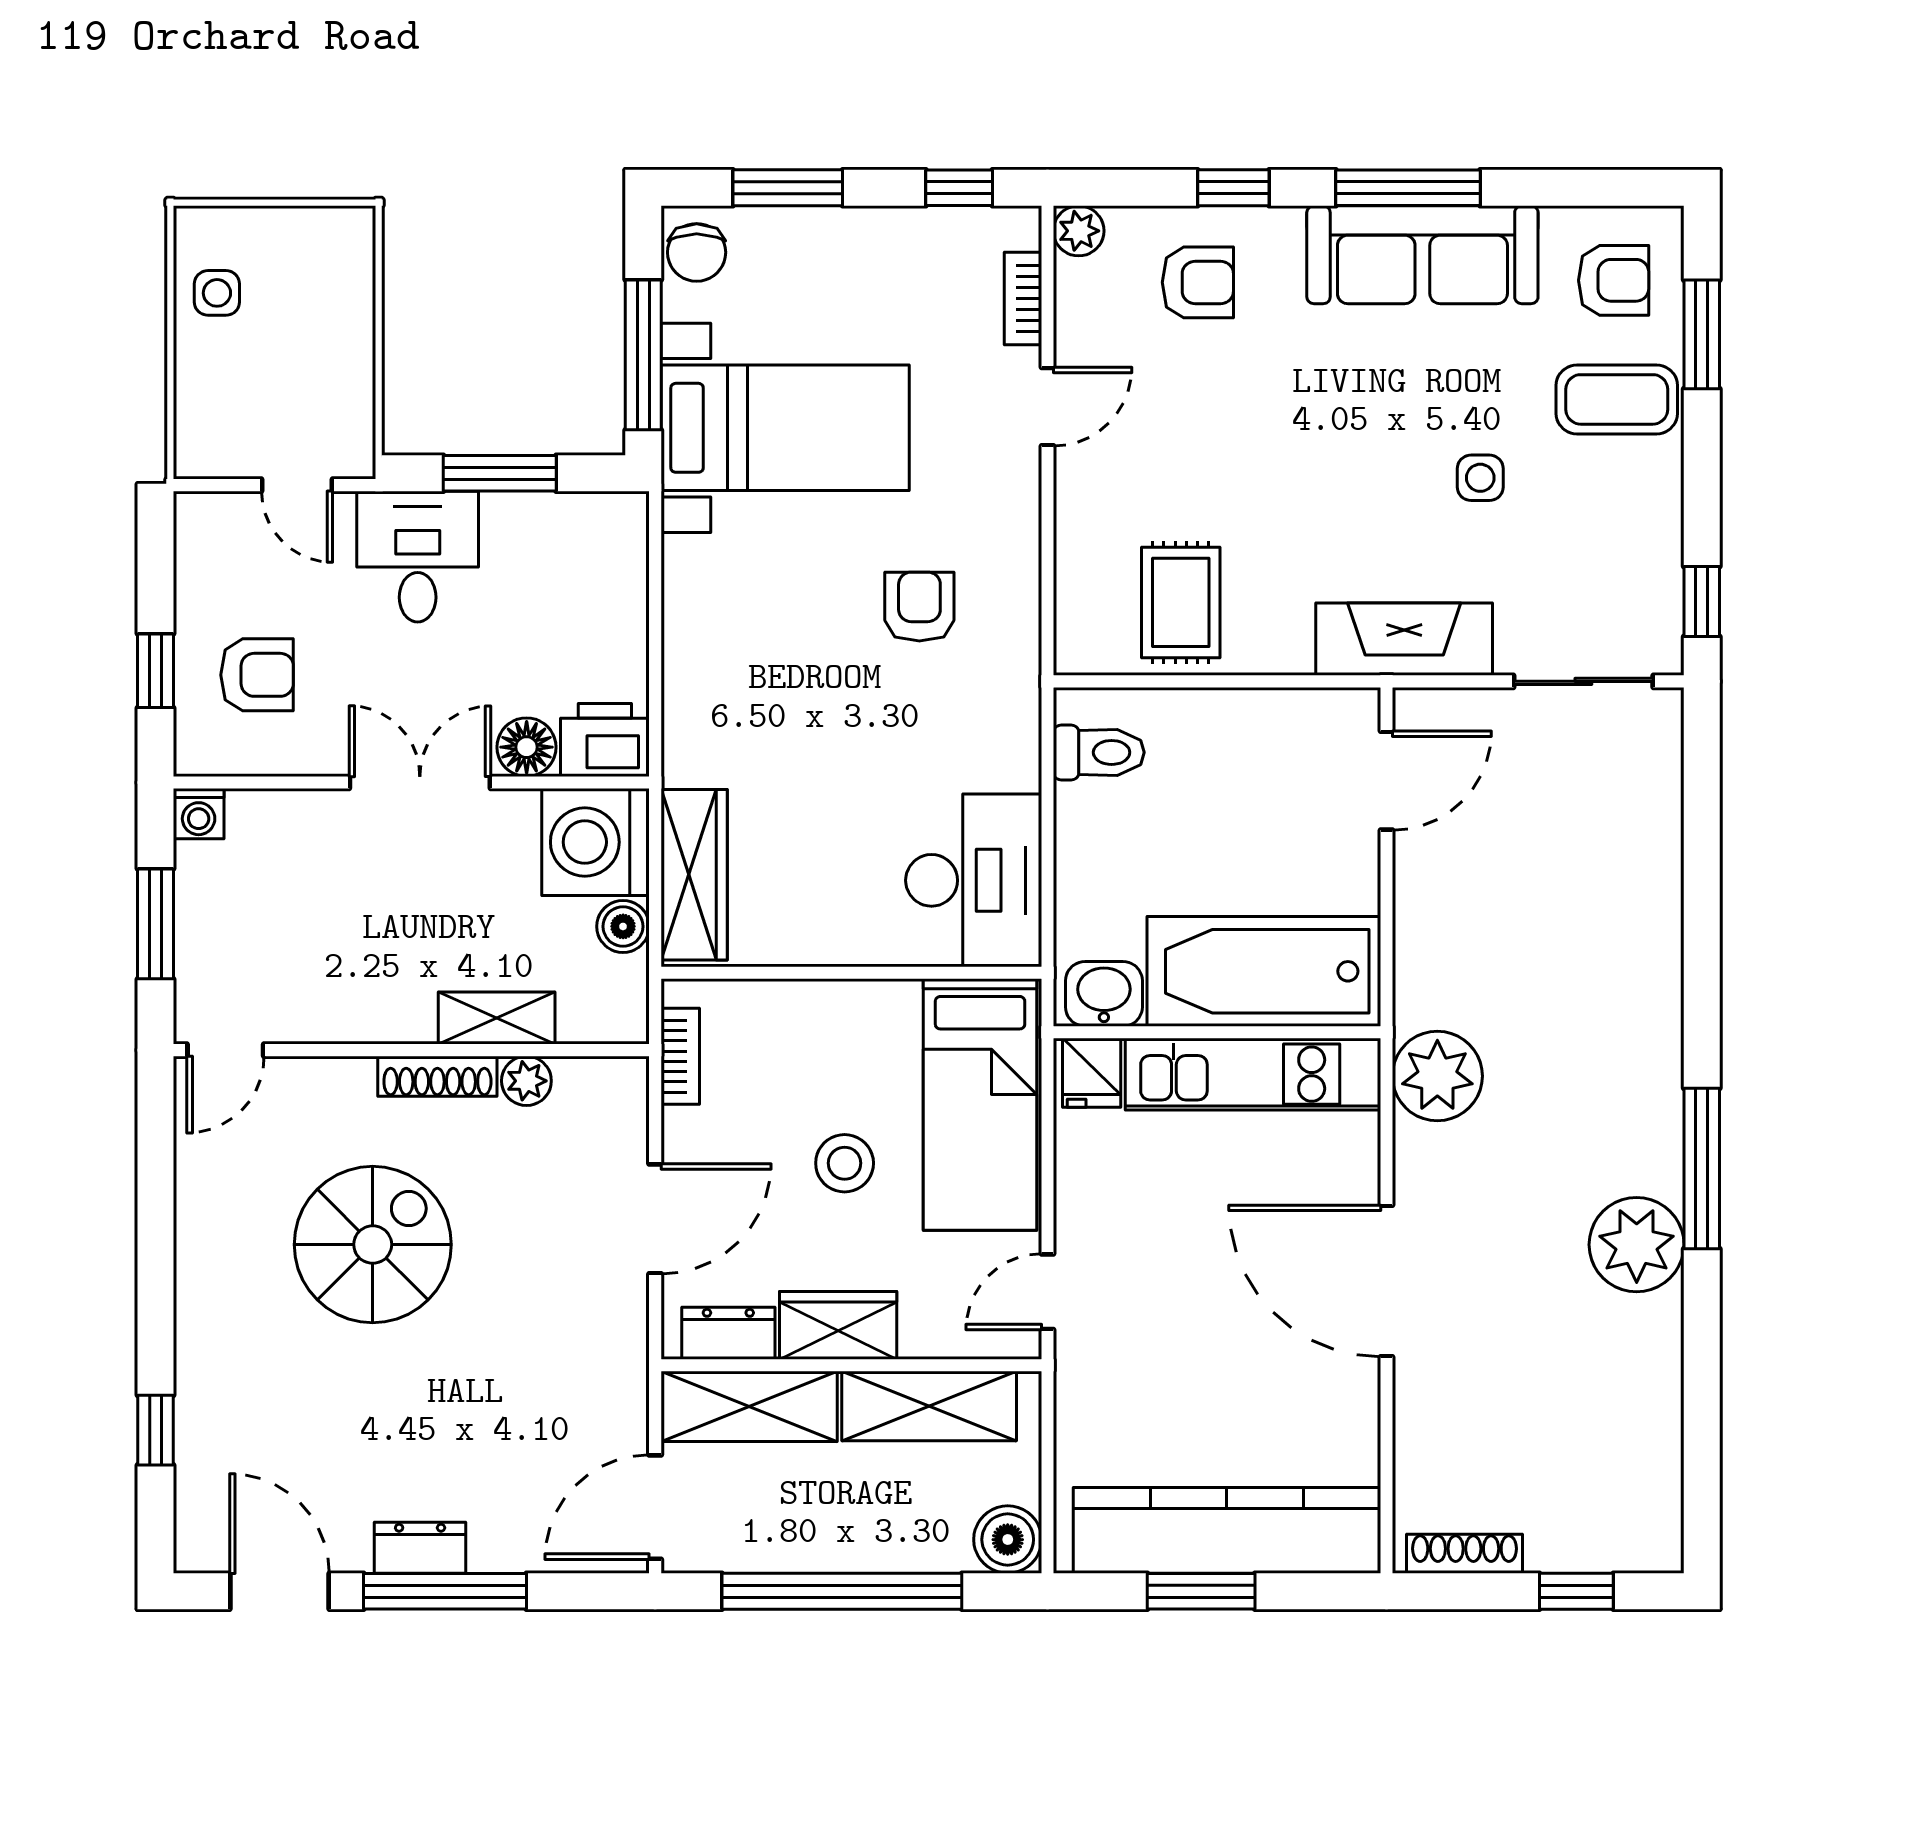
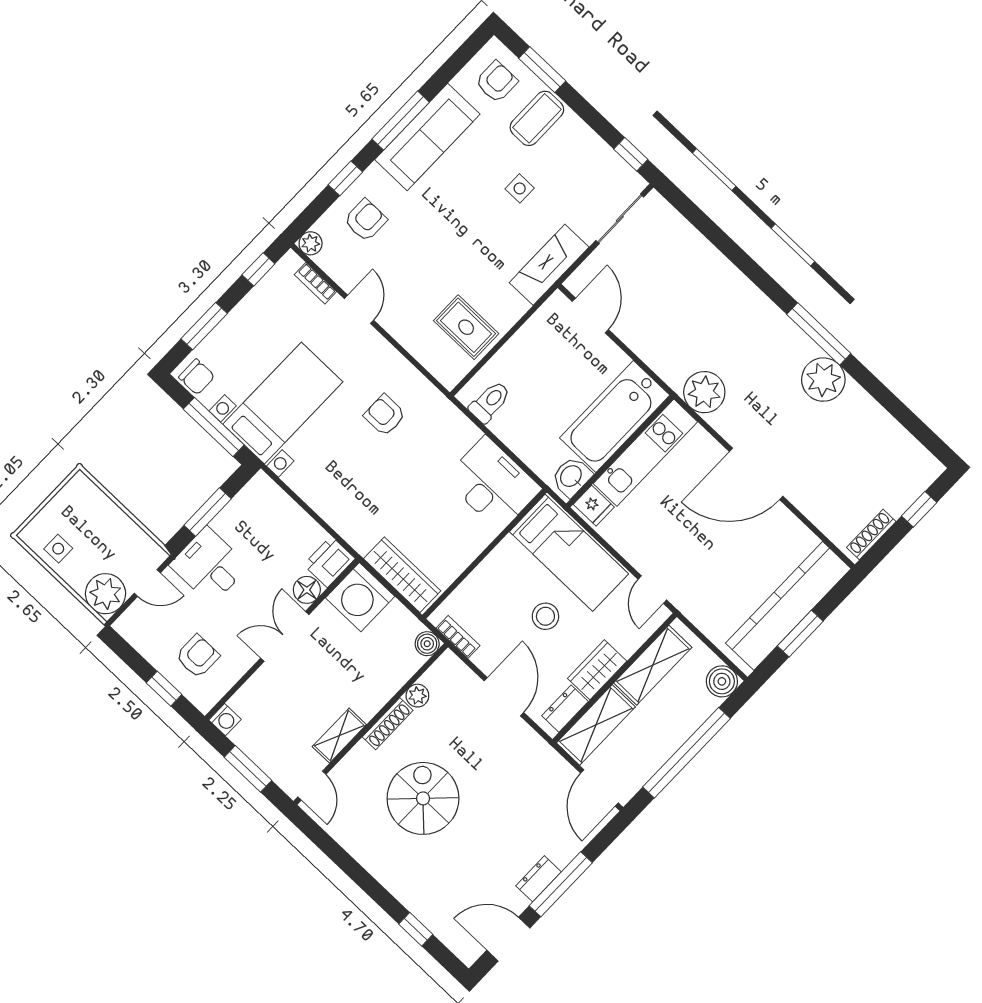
plant: (217, 435) -> (106, 594), added
boiler: (623, 926) -> (427, 644), moved
shelving: (497, 1018) -> (339, 736), moved

